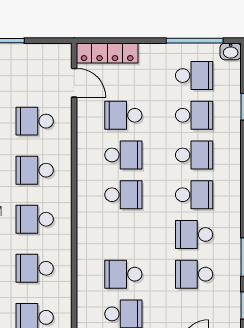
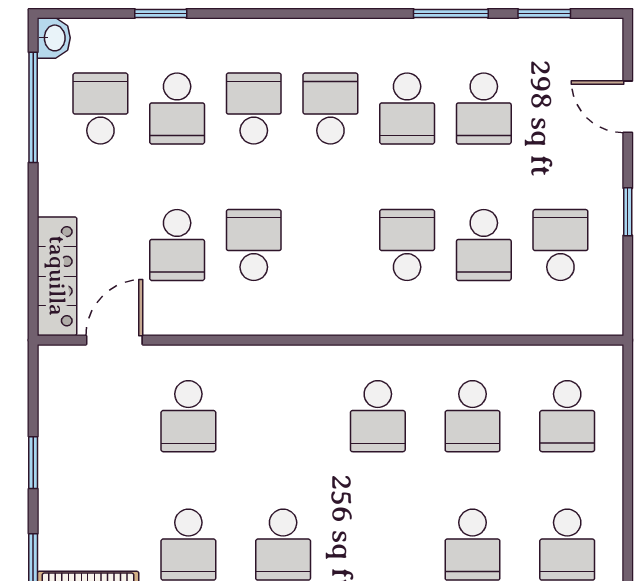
school desk: (194, 115) -> (177, 109), turned 180
school desk: (35, 170) -> (283, 416), removed
school desk: (123, 195) -> (407, 245), moved

